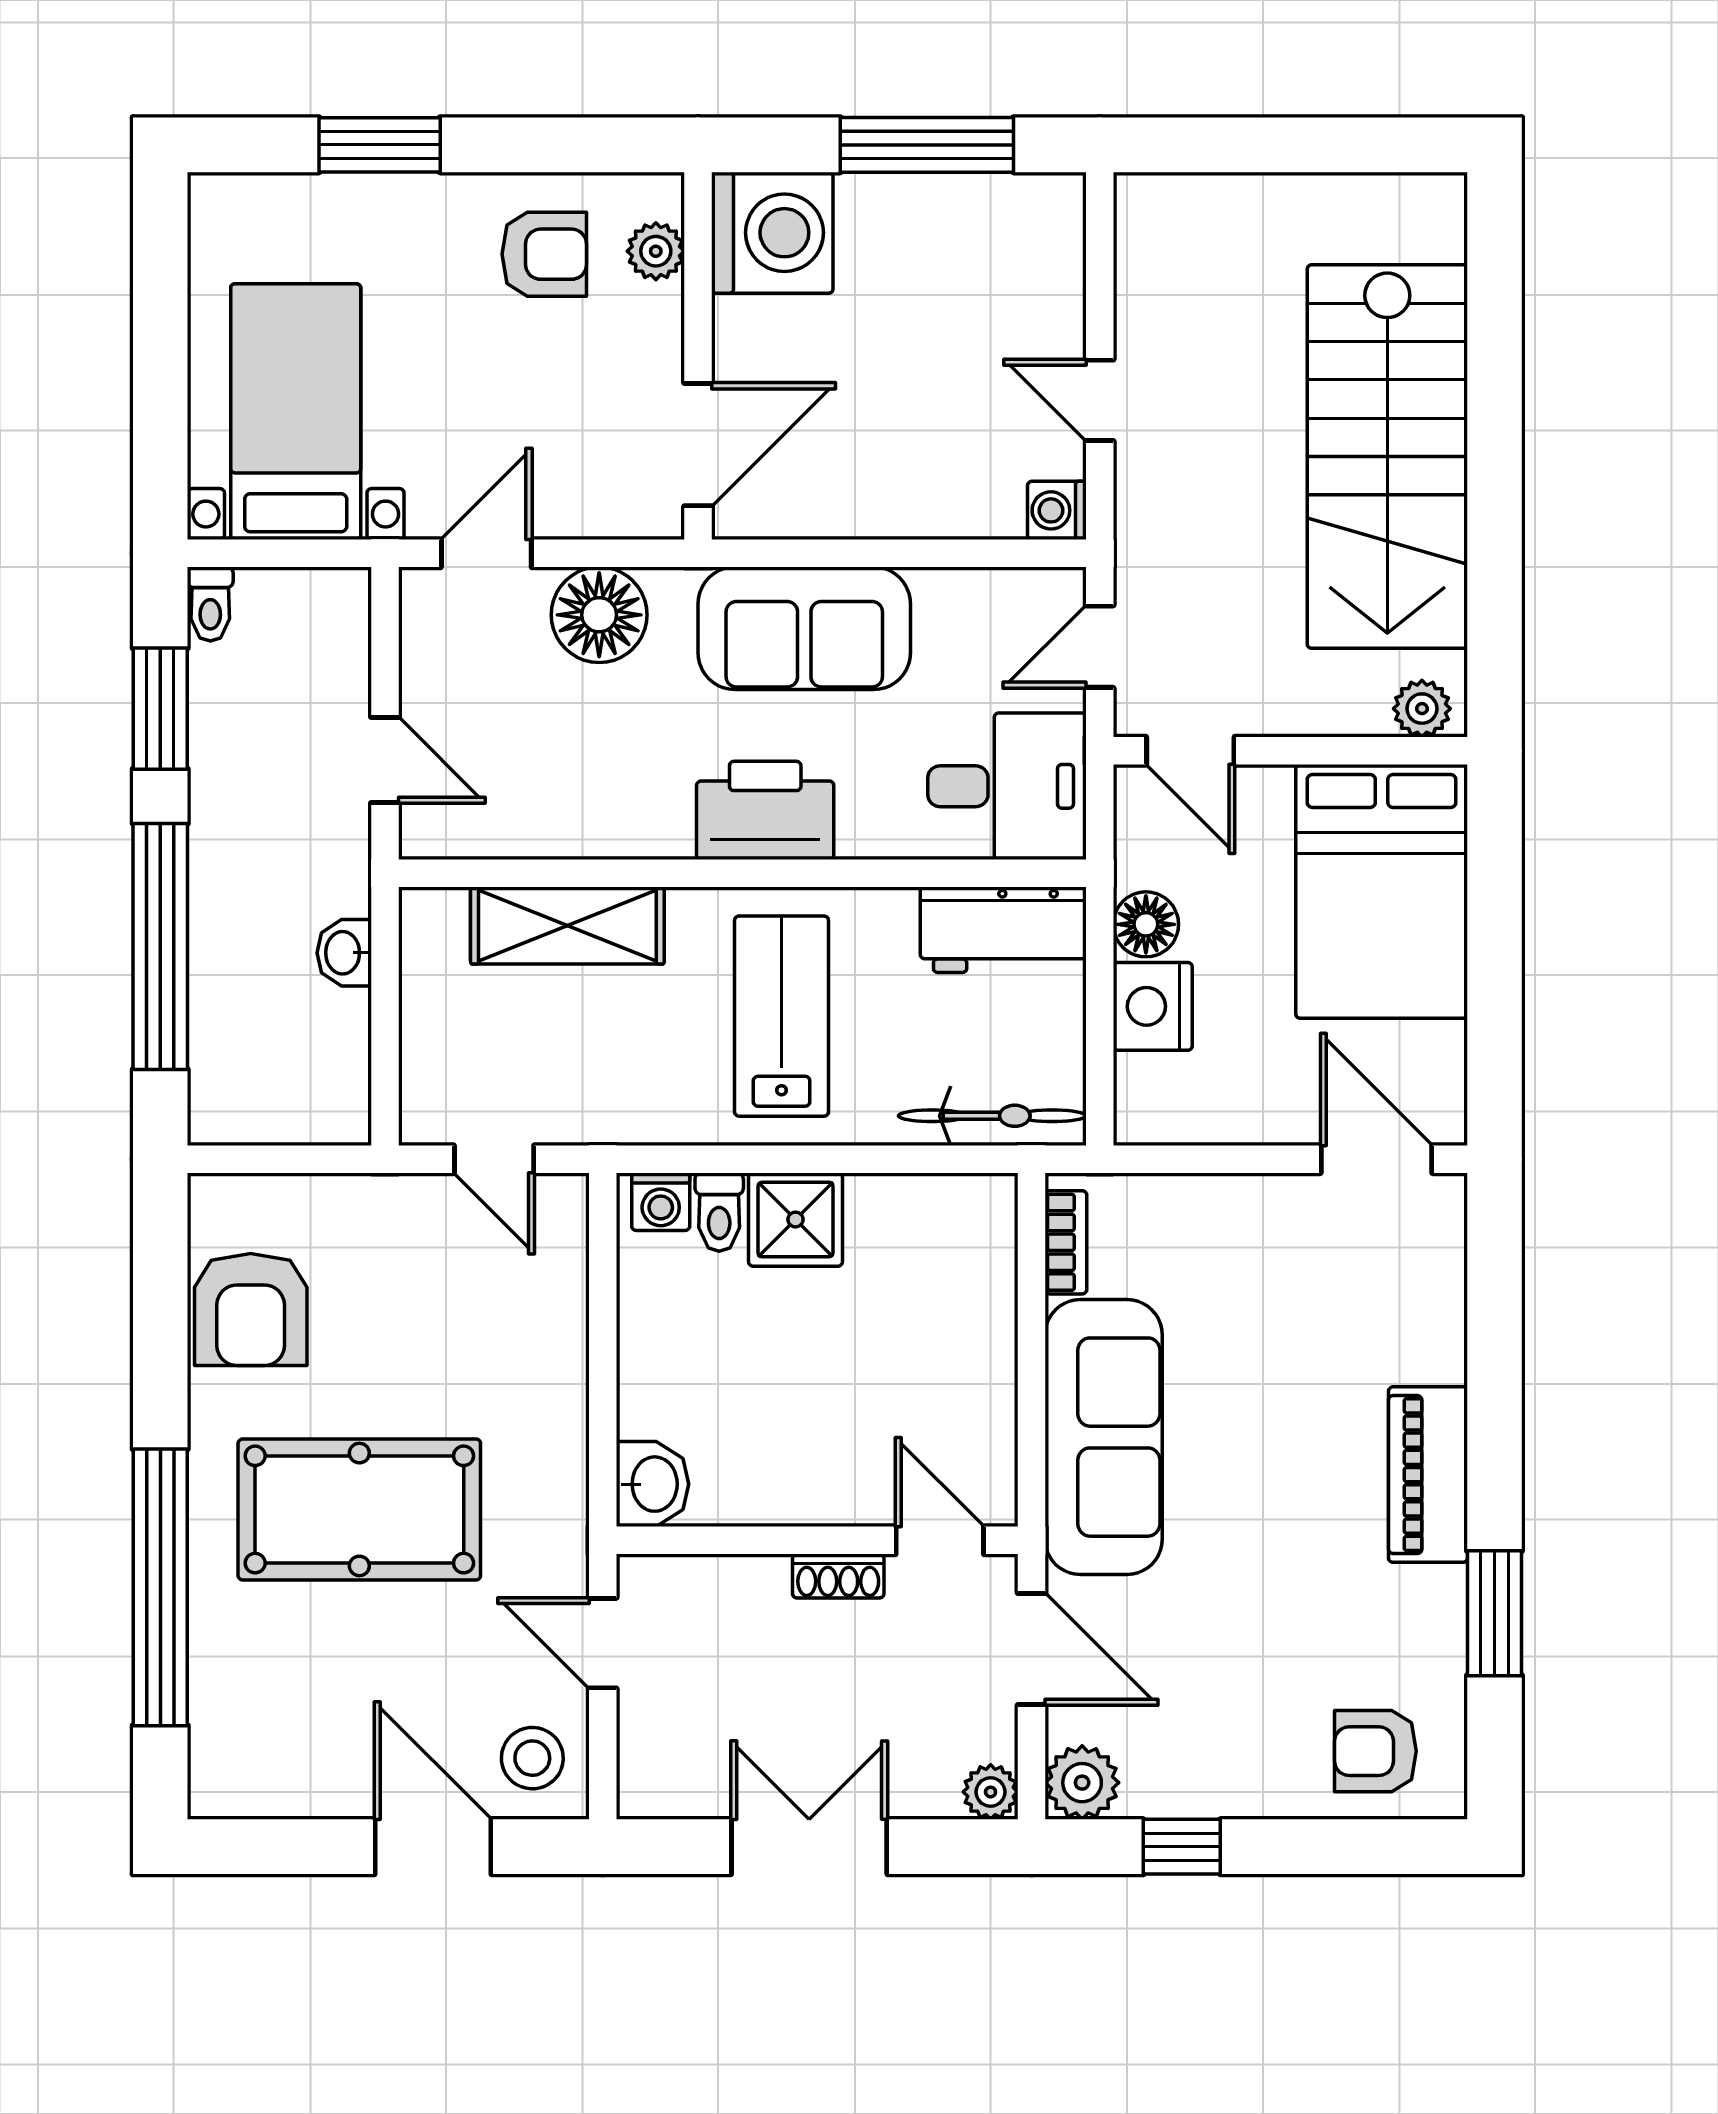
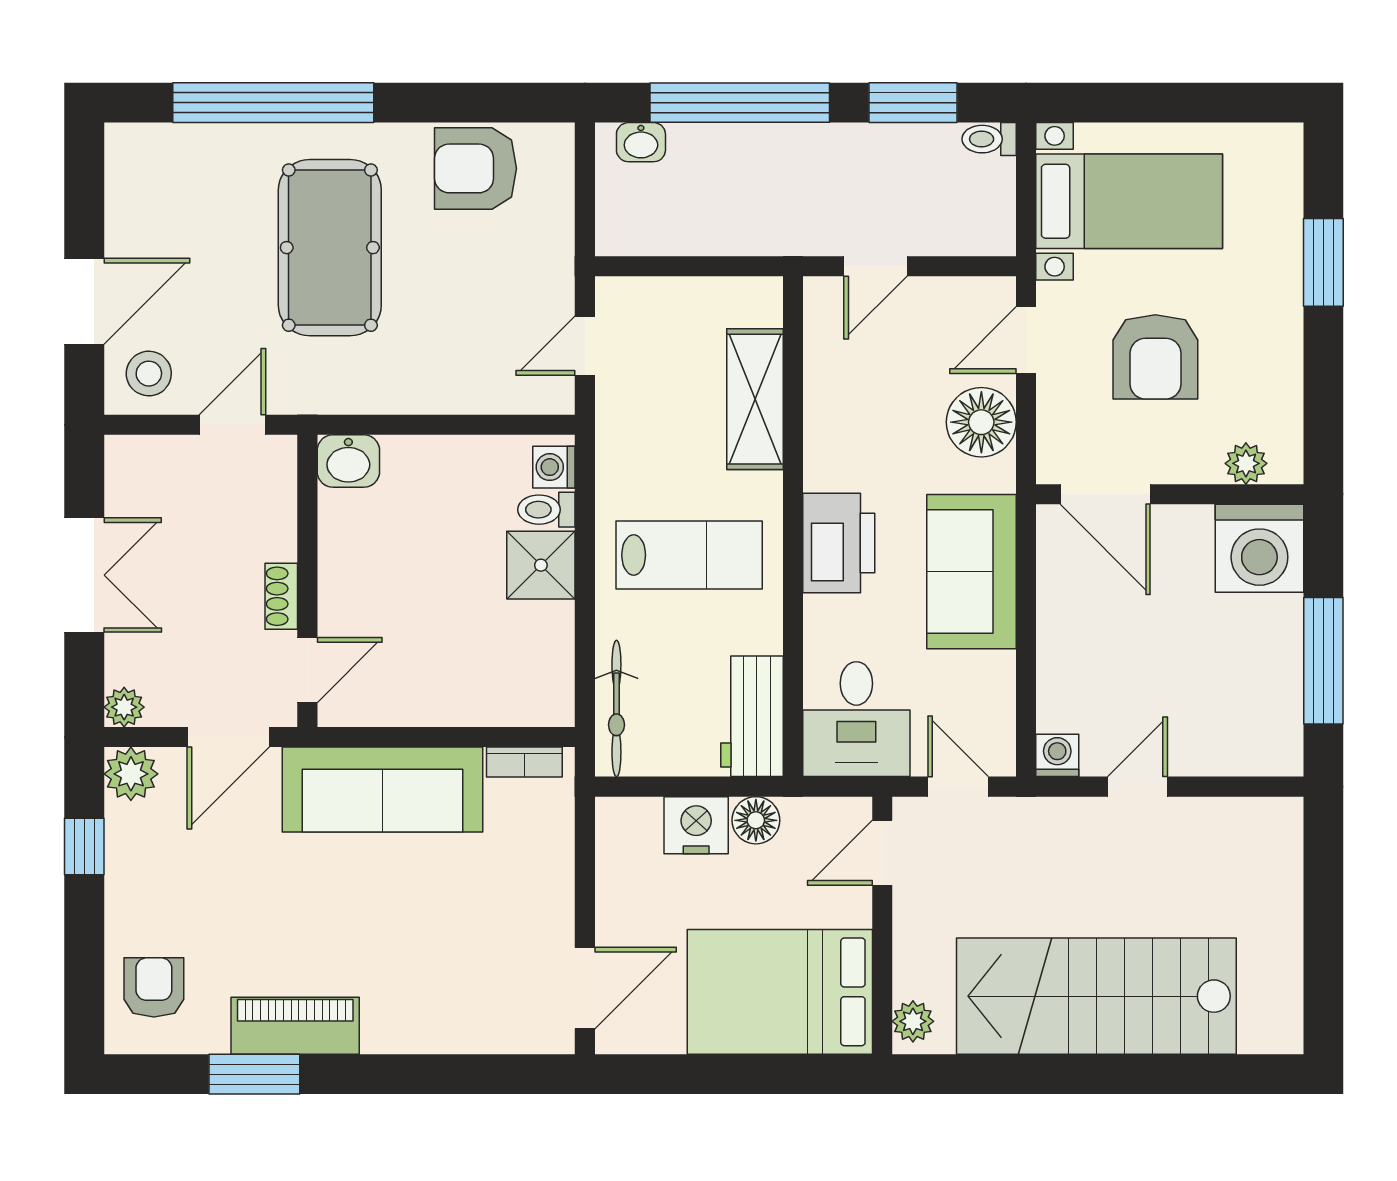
armchair: (544, 254) -> (1155, 357), moved, width x1.38, depth x1.38
door: (486, 553) -> (1026, 340), swing flipped
washbasin: (344, 953) -> (641, 142), moved, turned 180
piano: (1428, 1475) -> (295, 1026), moved

